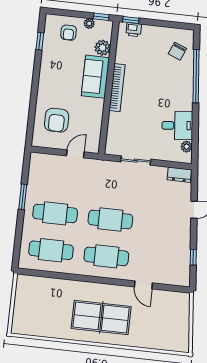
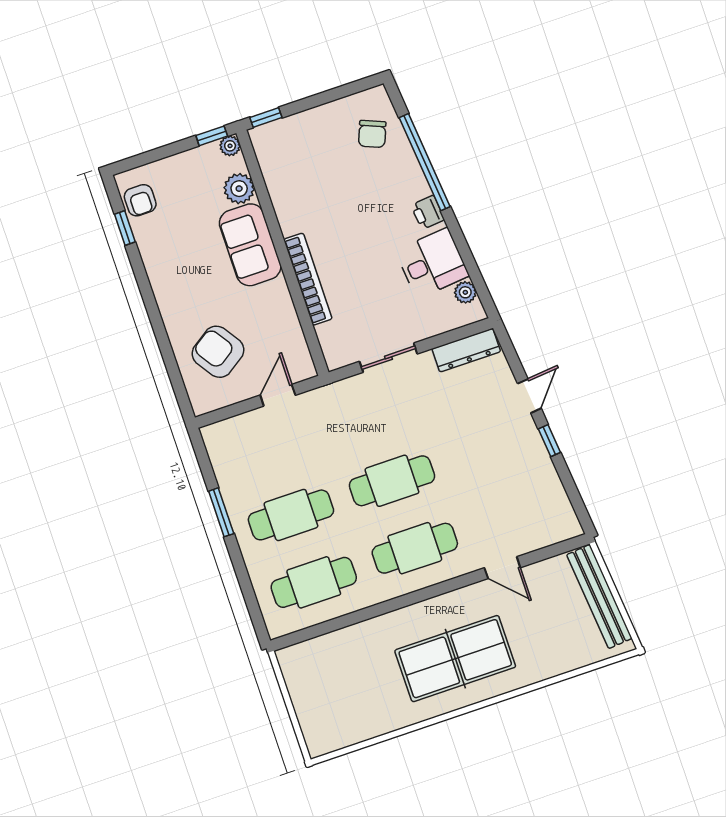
plant: (89, 23) -> (230, 146), moved
printer: (134, 30) -> (428, 212), moved, turned 85
armchair: (69, 33) -> (140, 200), moved
bookcase: (117, 88) -> (308, 279), moved
armchair: (57, 120) -> (218, 352), turned 146
dresser: (179, 175) -> (466, 350), width x1.44
window: (193, 257) -> (549, 441), moved
bench: (183, 320) -> (599, 597), added

